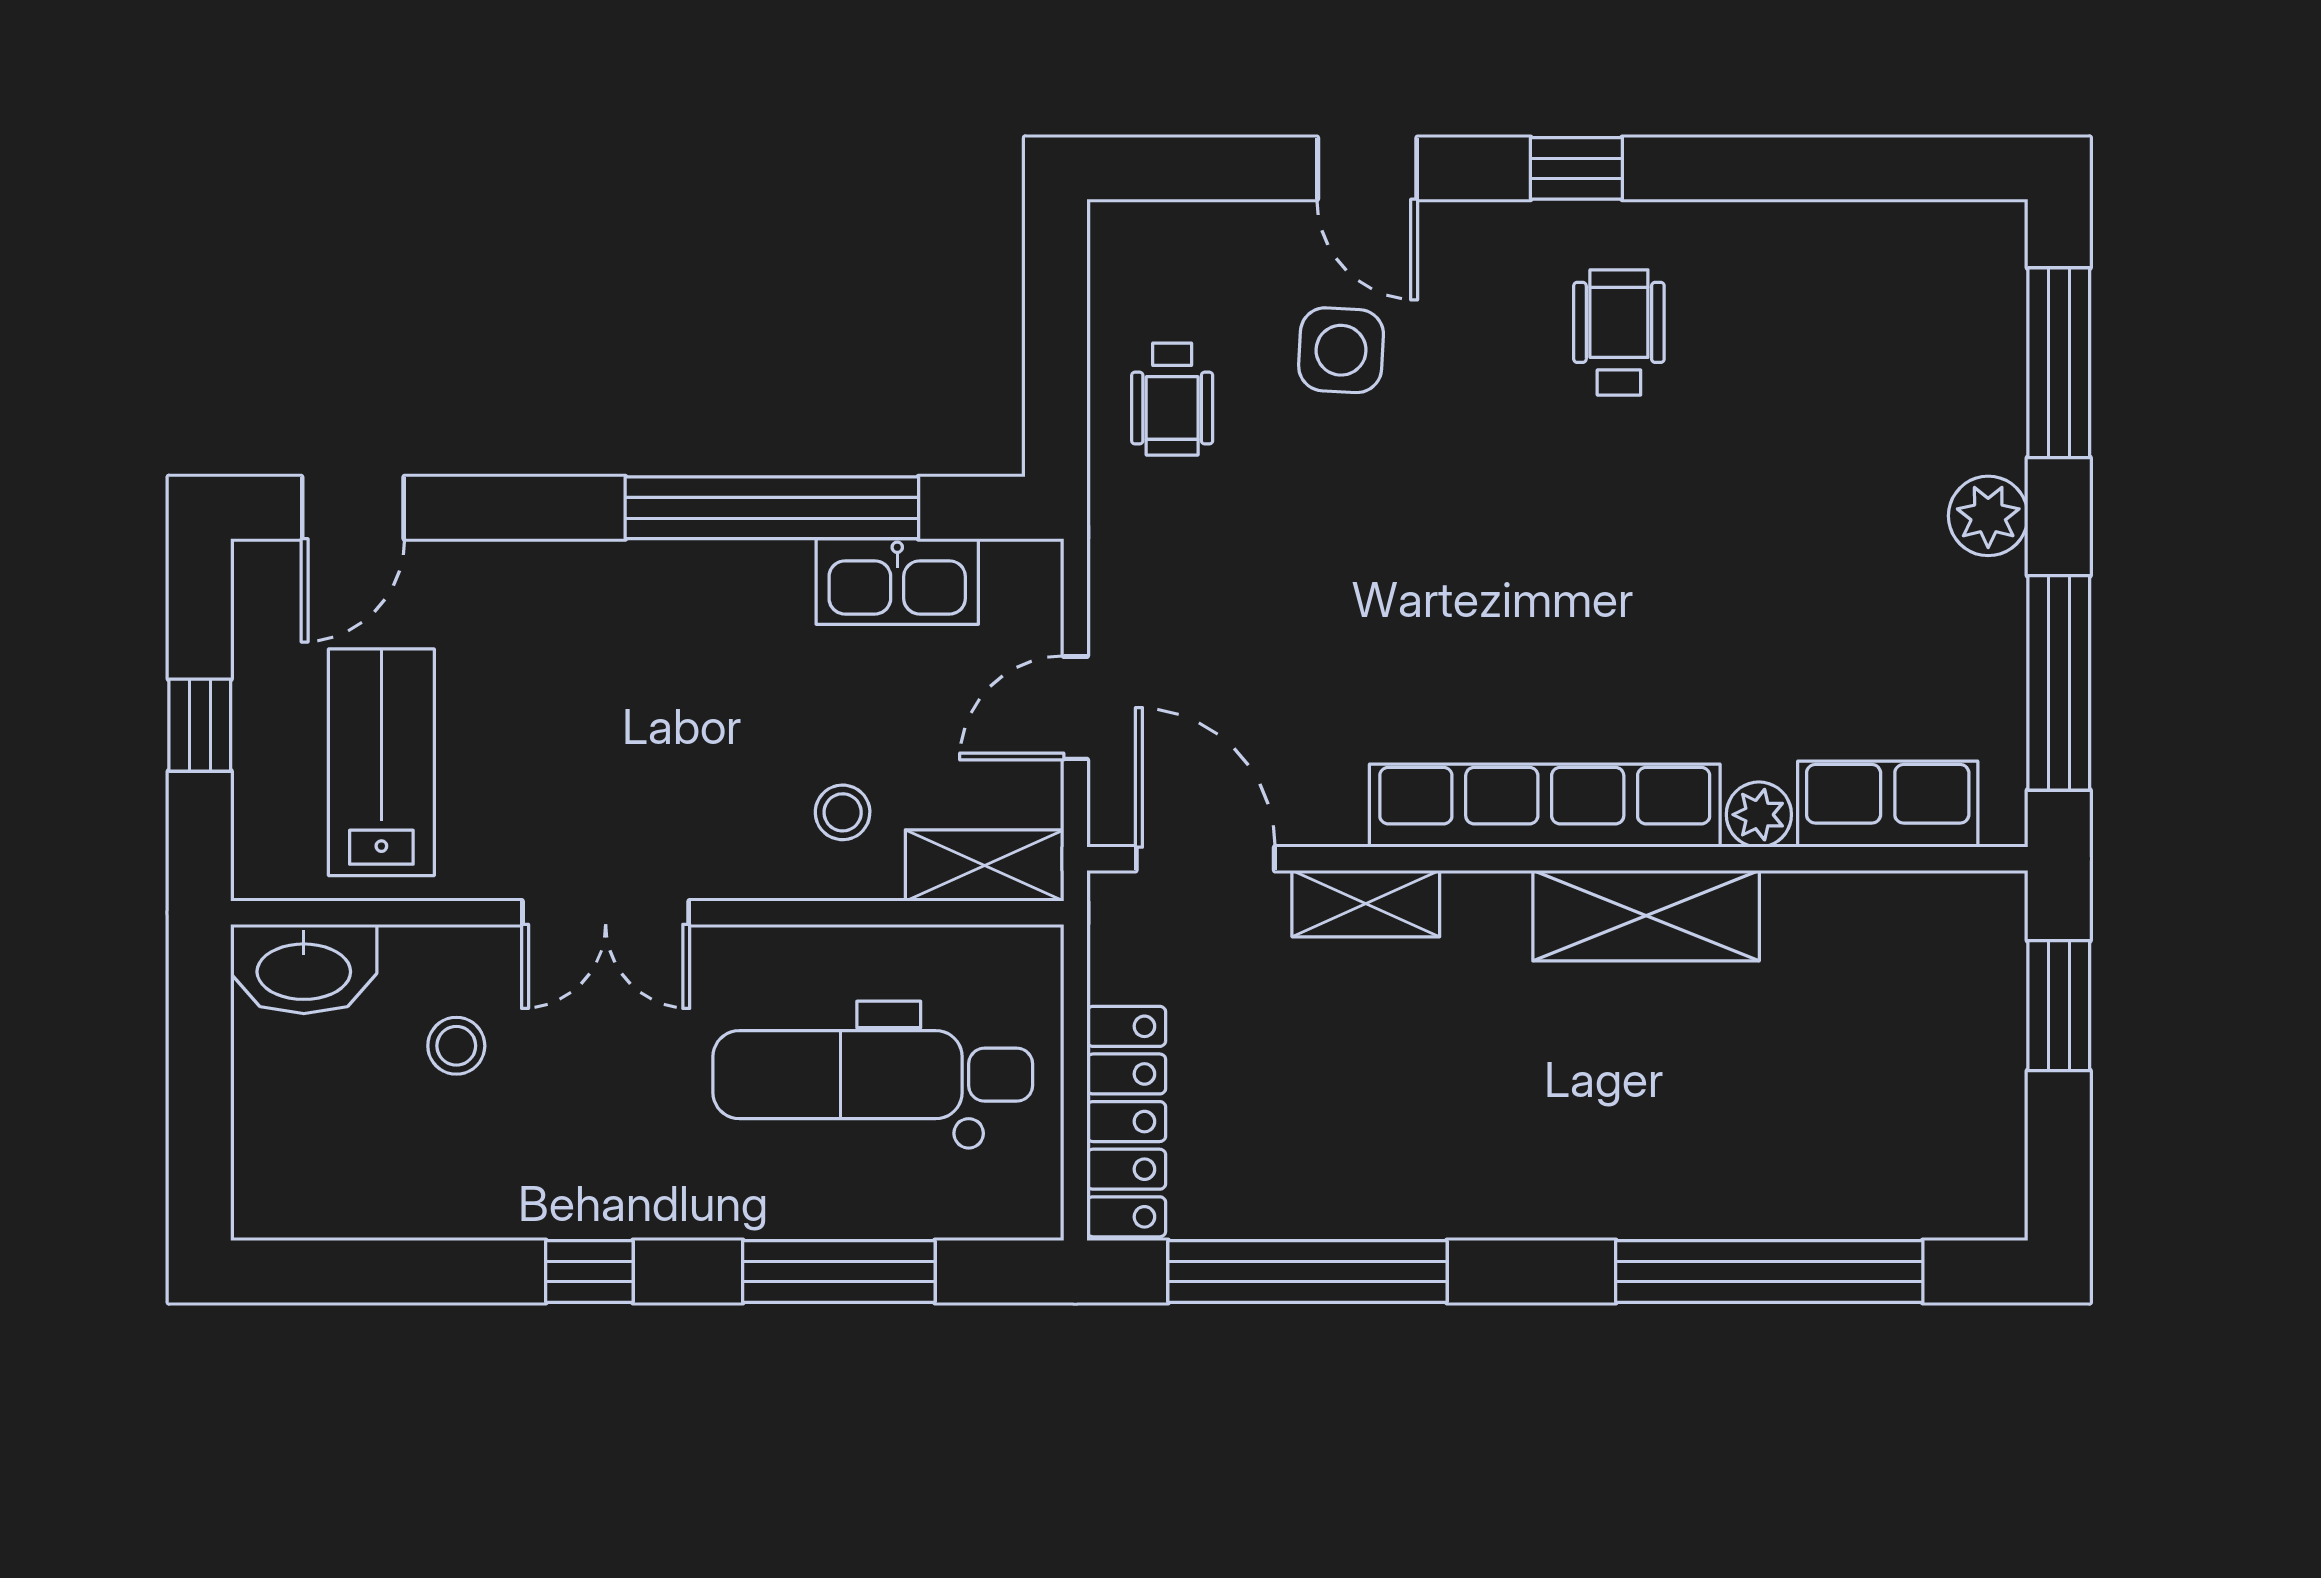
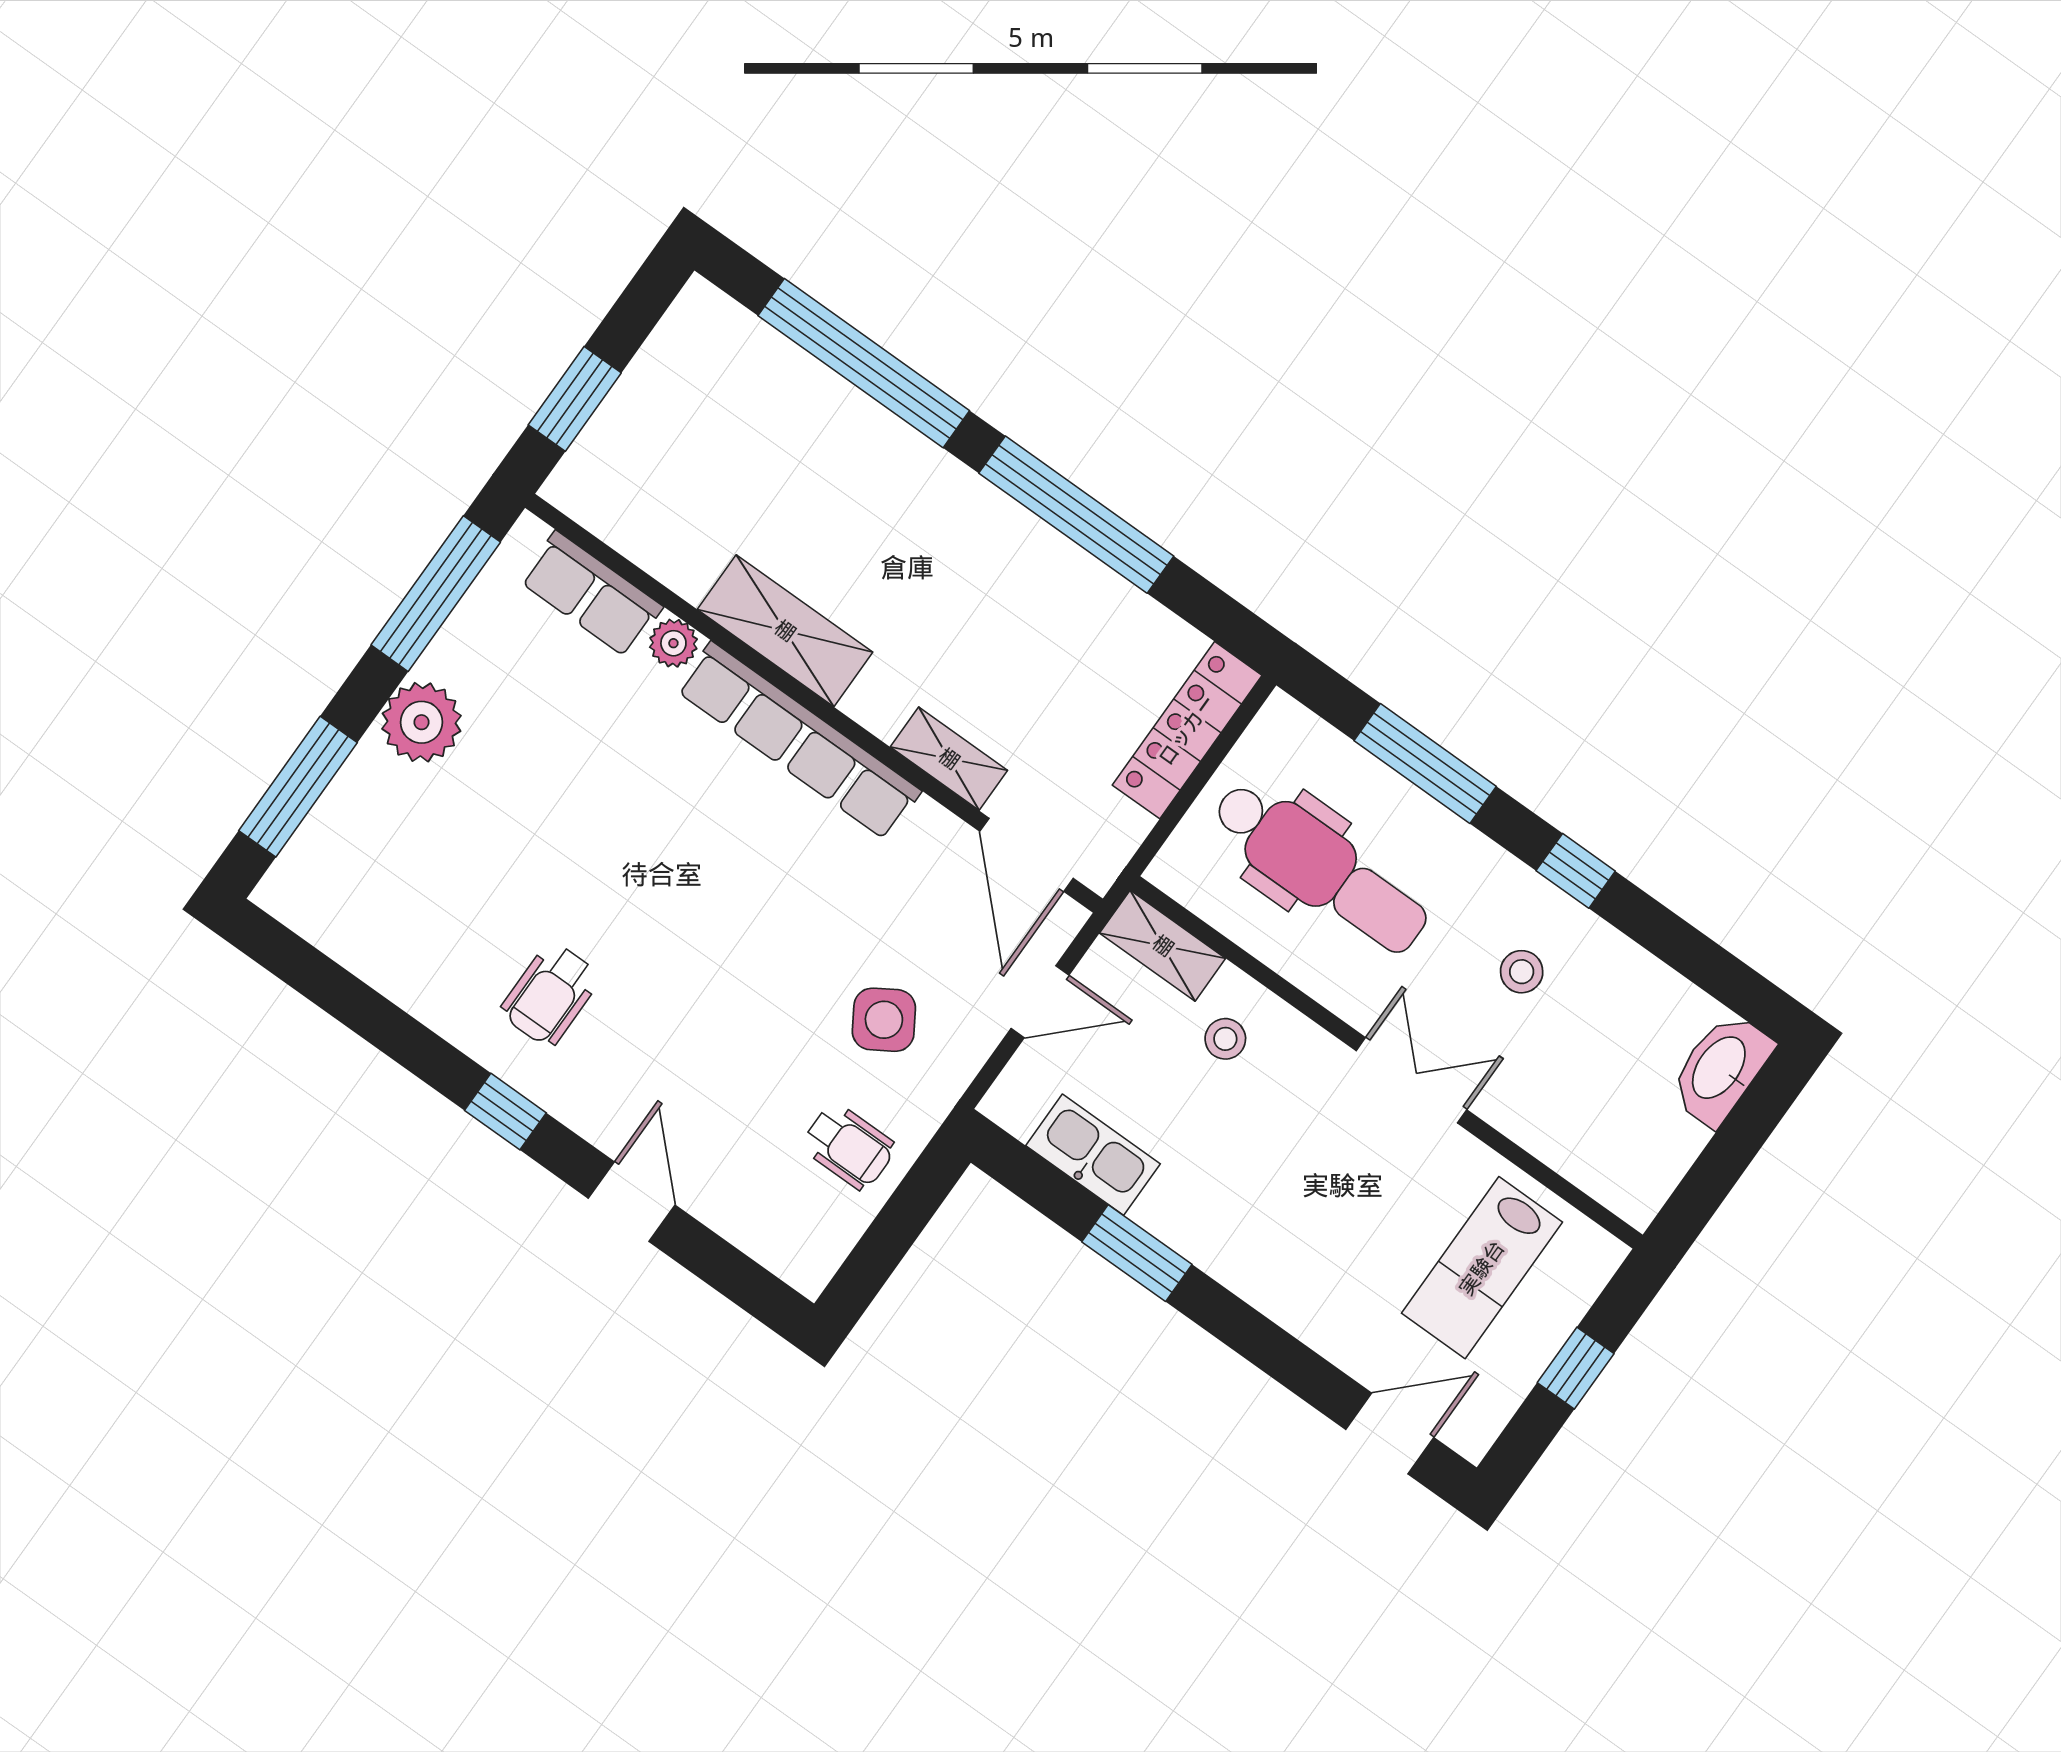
side table: (1341, 350) -> (884, 1020), moved, turned -35
wheelchair: (1172, 399) -> (849, 1146), turned 90
window: (772, 508) -> (1137, 1253), width x0.47
plant: (1988, 516) -> (421, 722), width x1.36, depth x1.36
washbasin: (304, 969) -> (1720, 1069), moved, turned -90
stool: (456, 1046) -> (1522, 972), moved
window: (1307, 1271) -> (1076, 515), moved

